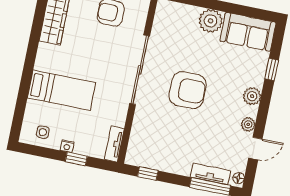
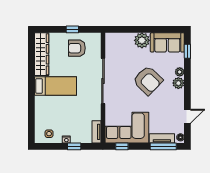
window: (272, 69) -> (187, 51), moved
bed: (61, 90) -> (55, 86), moved
armchair: (188, 90) -> (148, 80), moved, turned 44
plant: (248, 124) -> (180, 72), moved
corner sofa: (161, 147) -> (127, 128), added

